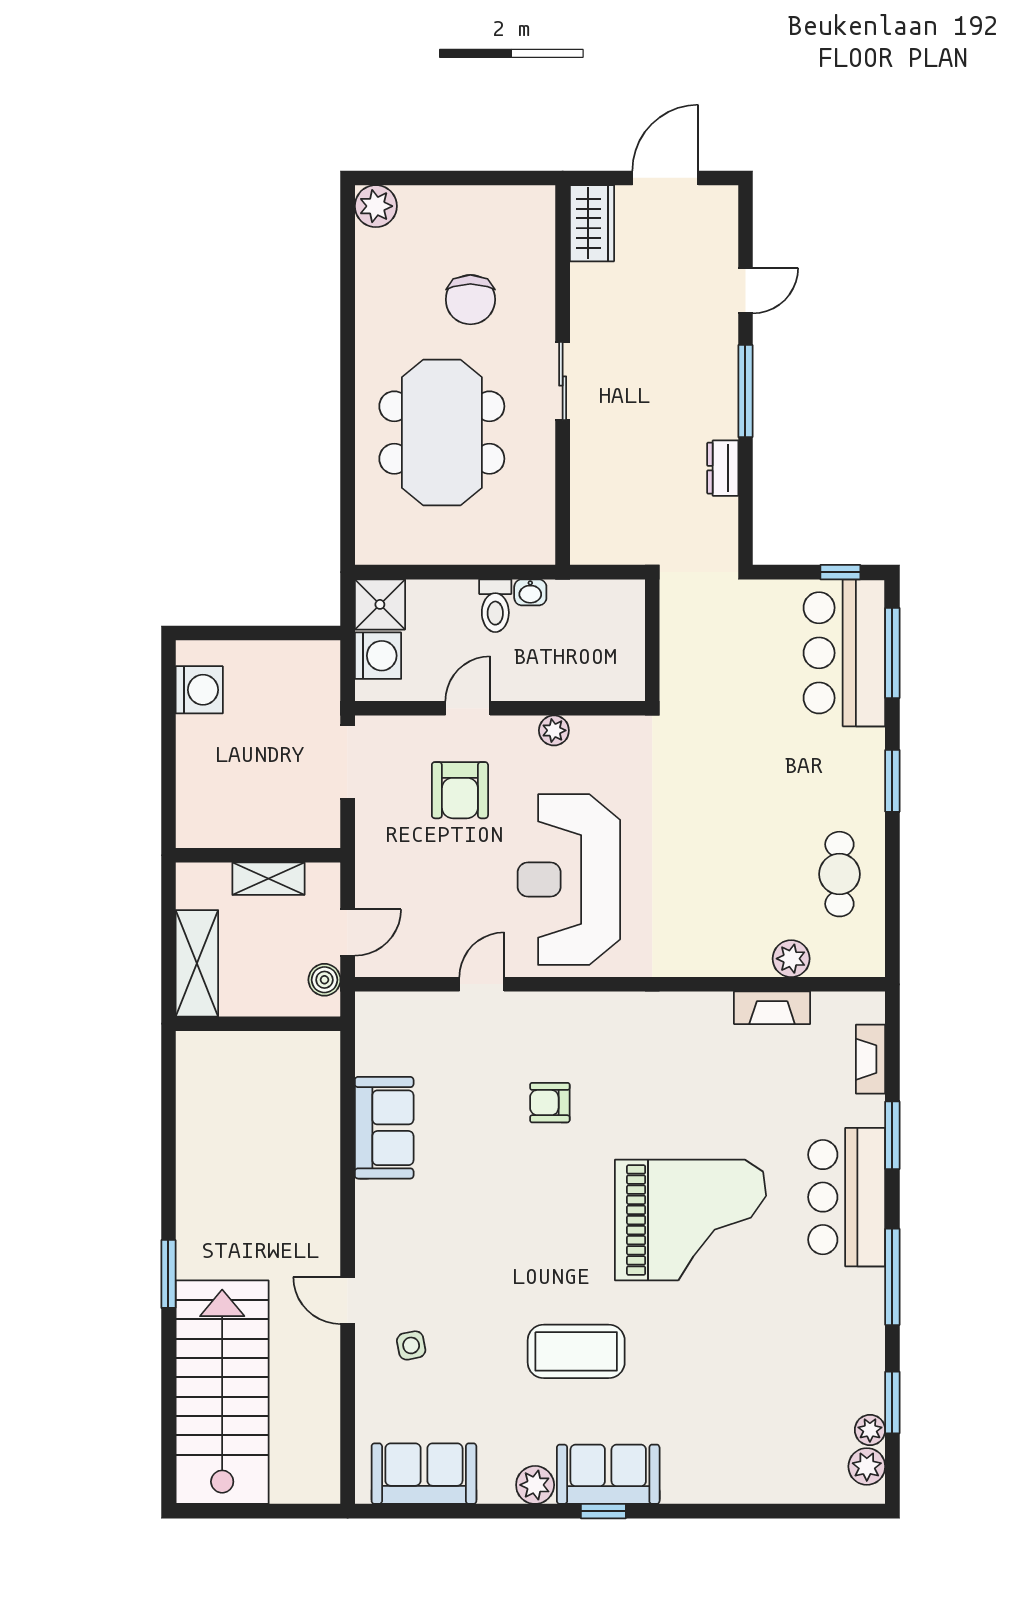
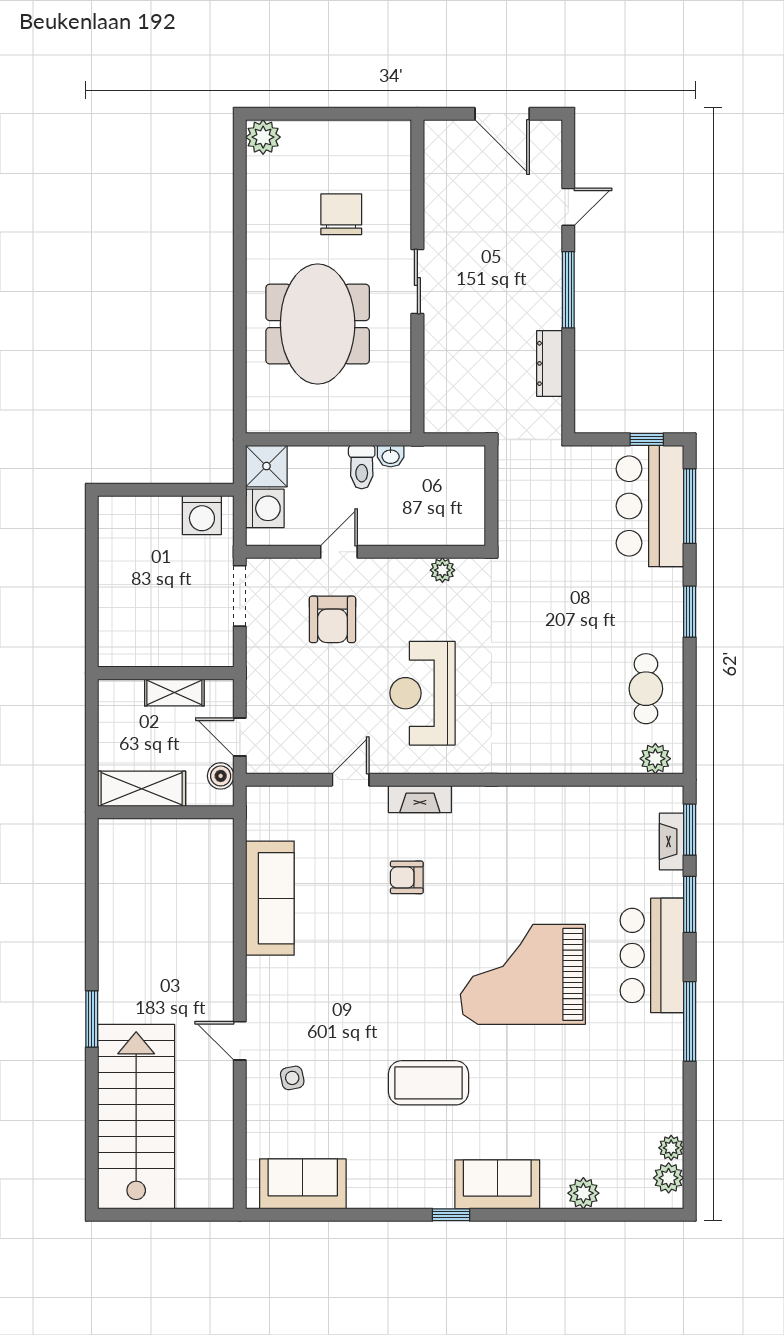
door: (665, 178) -> (502, 114), swing flipped
wardrobe: (592, 223) -> (442, 151), removed
chair: (470, 300) -> (341, 214), turned 180
dresser: (723, 468) -> (550, 363), width x1.44
washing machine: (199, 690) -> (202, 515), moved, turned 90
plant: (554, 730) -> (442, 570), moved
reception desk: (569, 880) -> (422, 693), width x0.74, depth x0.77
door: (348, 932) -> (240, 737), swing flipped
plant: (791, 959) -> (655, 759), moved
shelving: (197, 963) -> (142, 789), moved, turned 90
fireplace: (772, 1008) -> (420, 799), moved
sofa: (384, 1128) -> (270, 898), width x1.36
grand piano: (690, 1220) -> (523, 974), turned 180
window: (892, 1403) -> (690, 830), moved
sofa: (608, 1474) -> (497, 1184), moved
plant: (535, 1485) -> (583, 1193), moved

